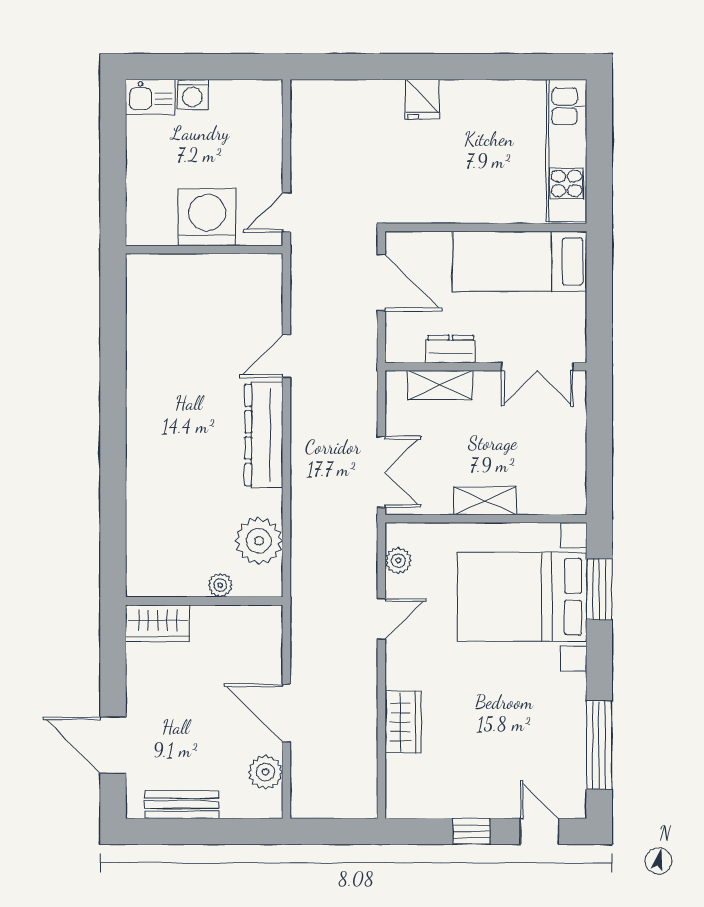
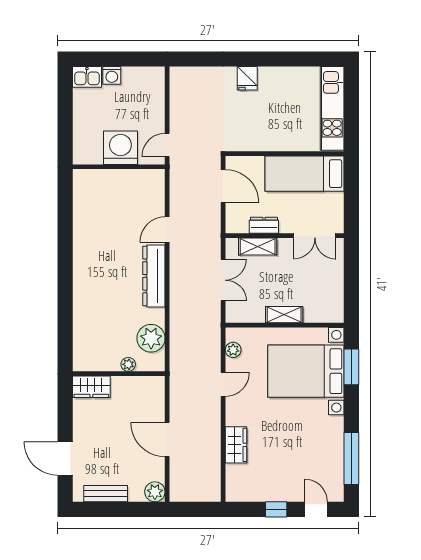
double door: (381, 472) -> (223, 280), moved
plant: (265, 772) -> (155, 492), moved

